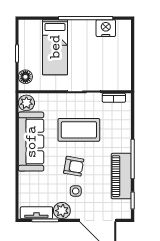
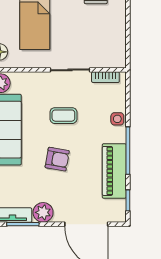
coffee table: (79, 130) -> (63, 116), width x0.54, depth x0.58
side table: (76, 191) -> (117, 119), moved

